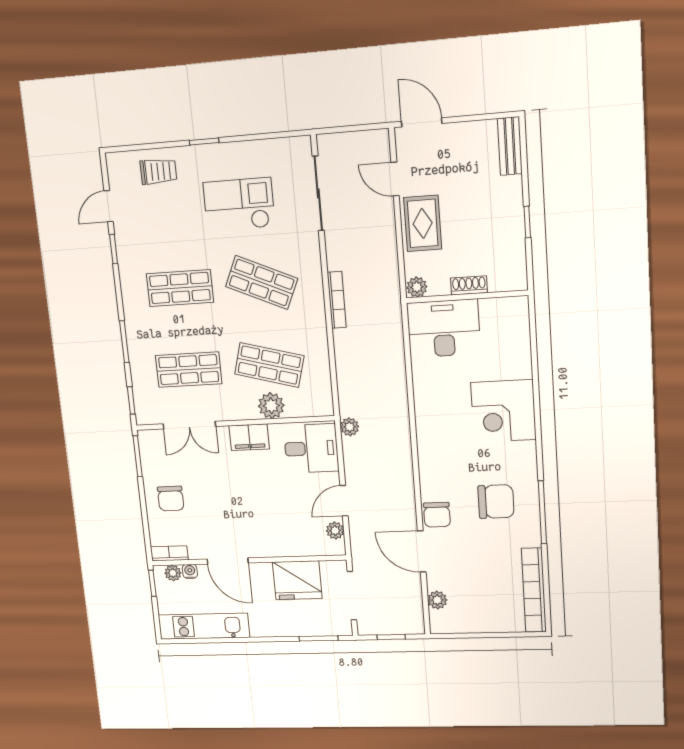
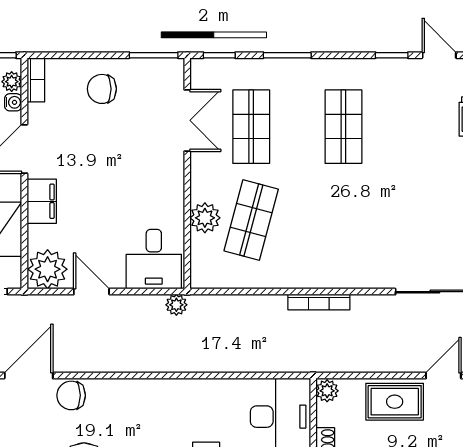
checkout: (239, 205) -> (430, 203), removed
shop shelf: (262, 282) -> (343, 220), removed
double door: (189, 425) -> (187, 120), swing flipped
filing cabinet: (249, 437) -> (42, 201), moved, turned 180
plant: (335, 531) -> (48, 269), width x1.87, depth x1.87

